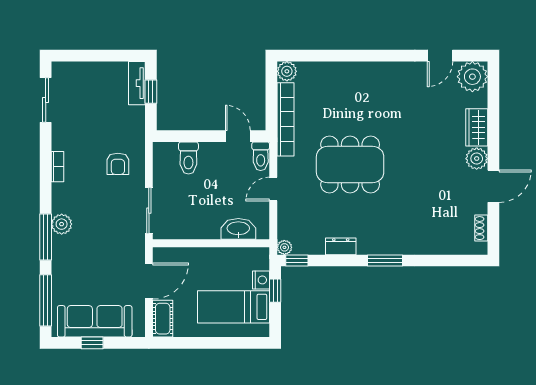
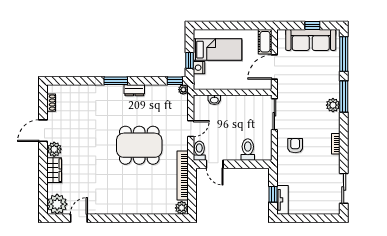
washbasin: (238, 229) -> (214, 100), width x0.52, depth x0.69
dresser: (341, 246) -> (134, 90), moved

